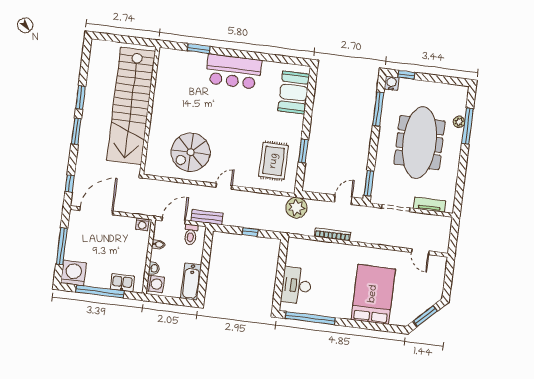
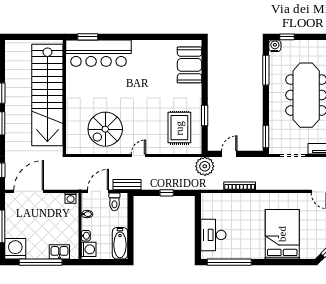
window: (199, 49) -> (88, 37), moved
bar counter: (233, 72) -> (99, 53), moved, width x1.36
door: (343, 200) -> (229, 154), moved

